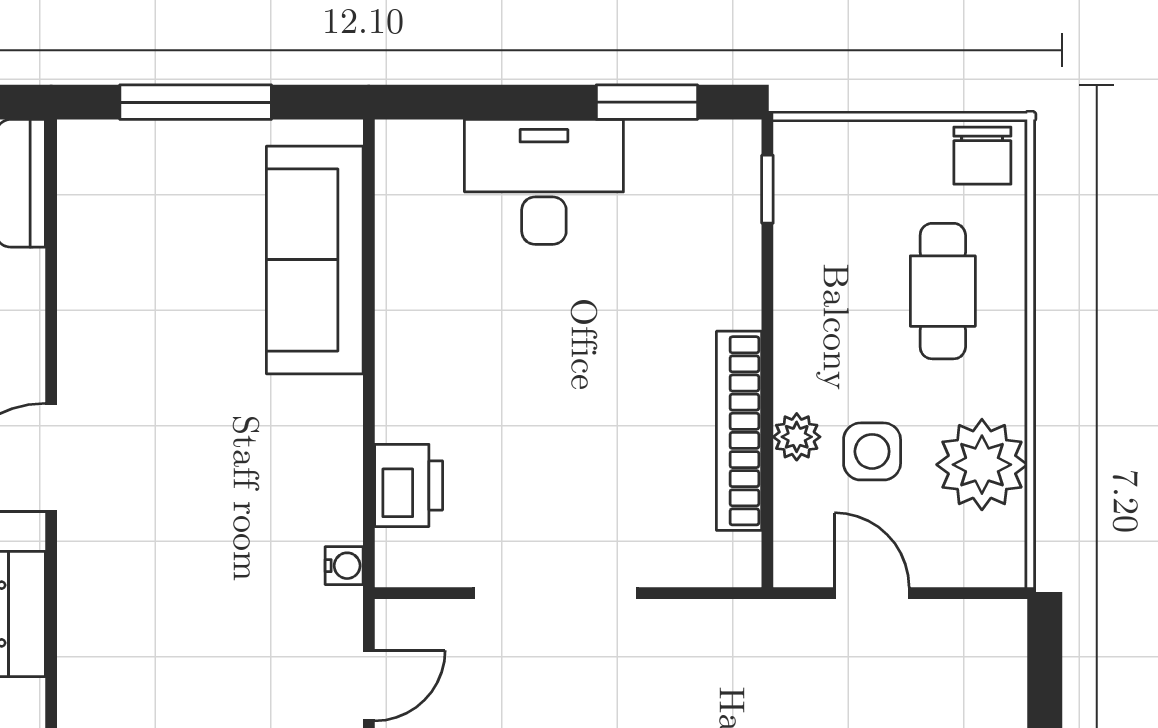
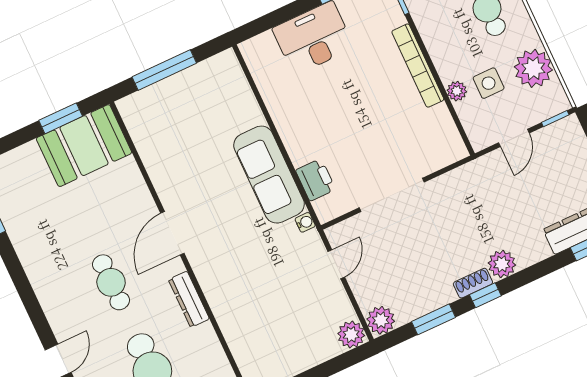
sofa: (315, 260) -> (269, 175), moved
bookcase: (739, 431) -> (418, 66), moved
door: (872, 593) -> (514, 138), swing flipped
window: (978, 593) -> (555, 119), added

